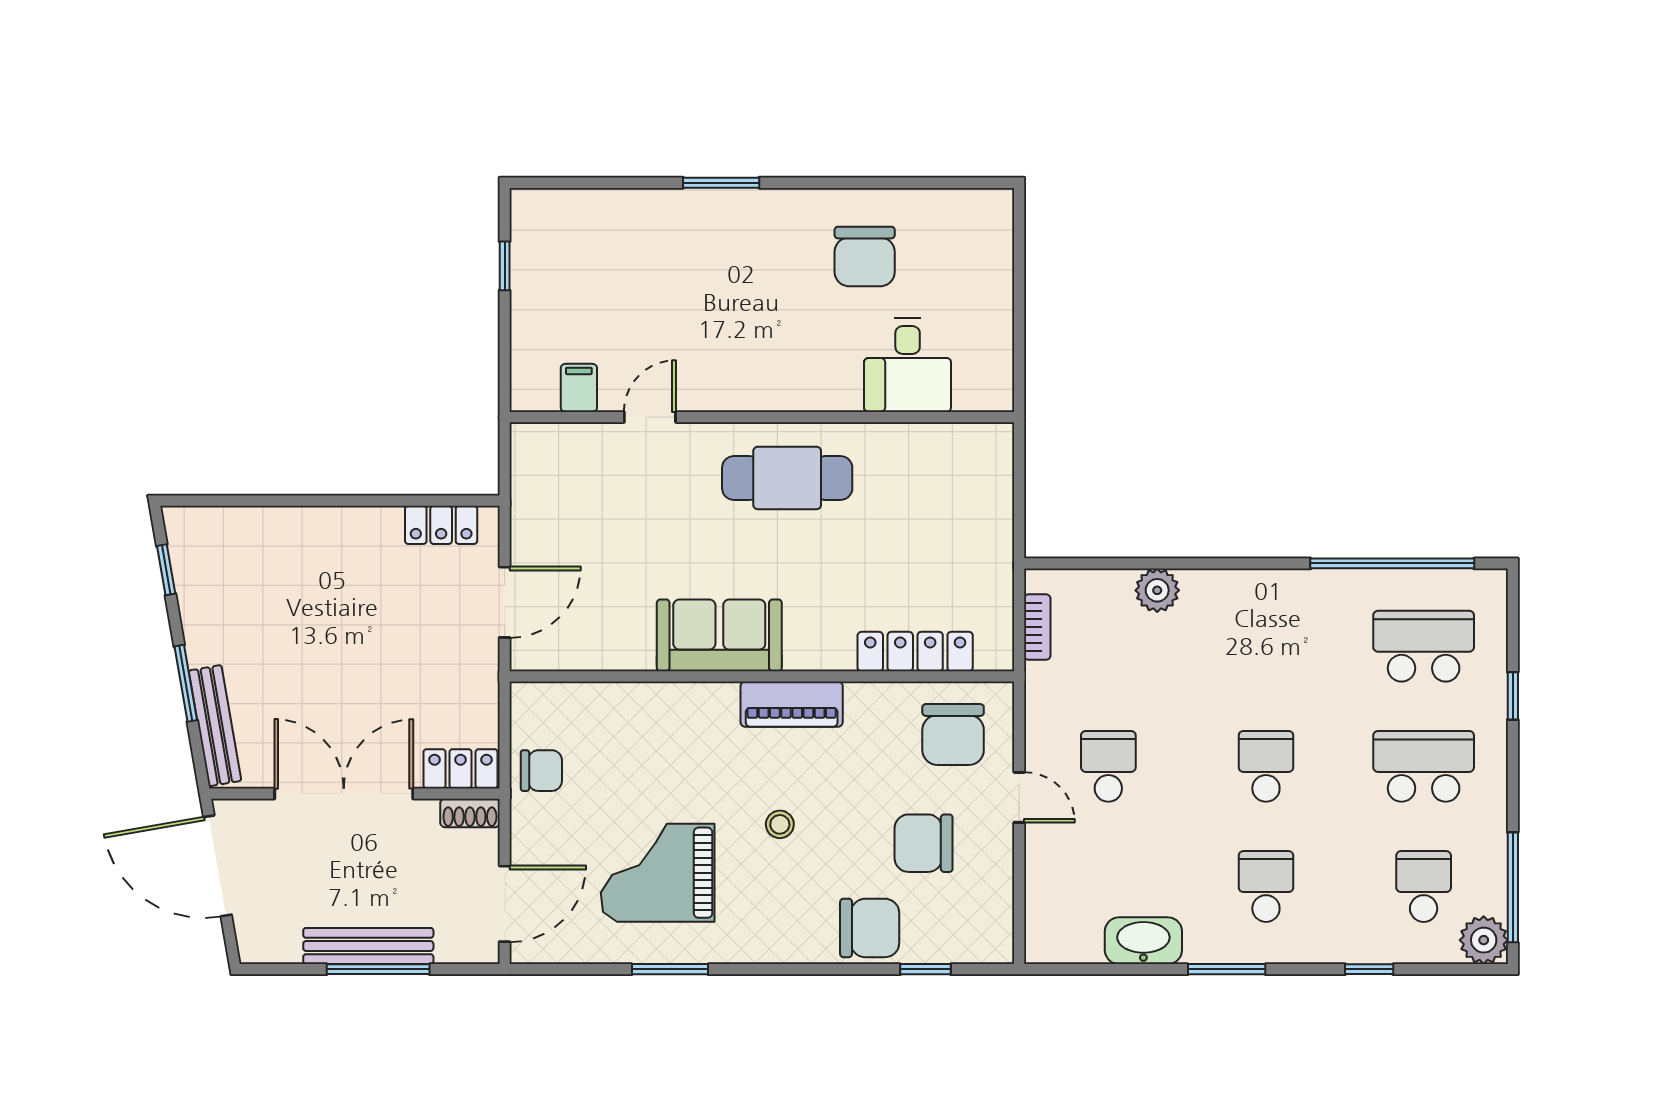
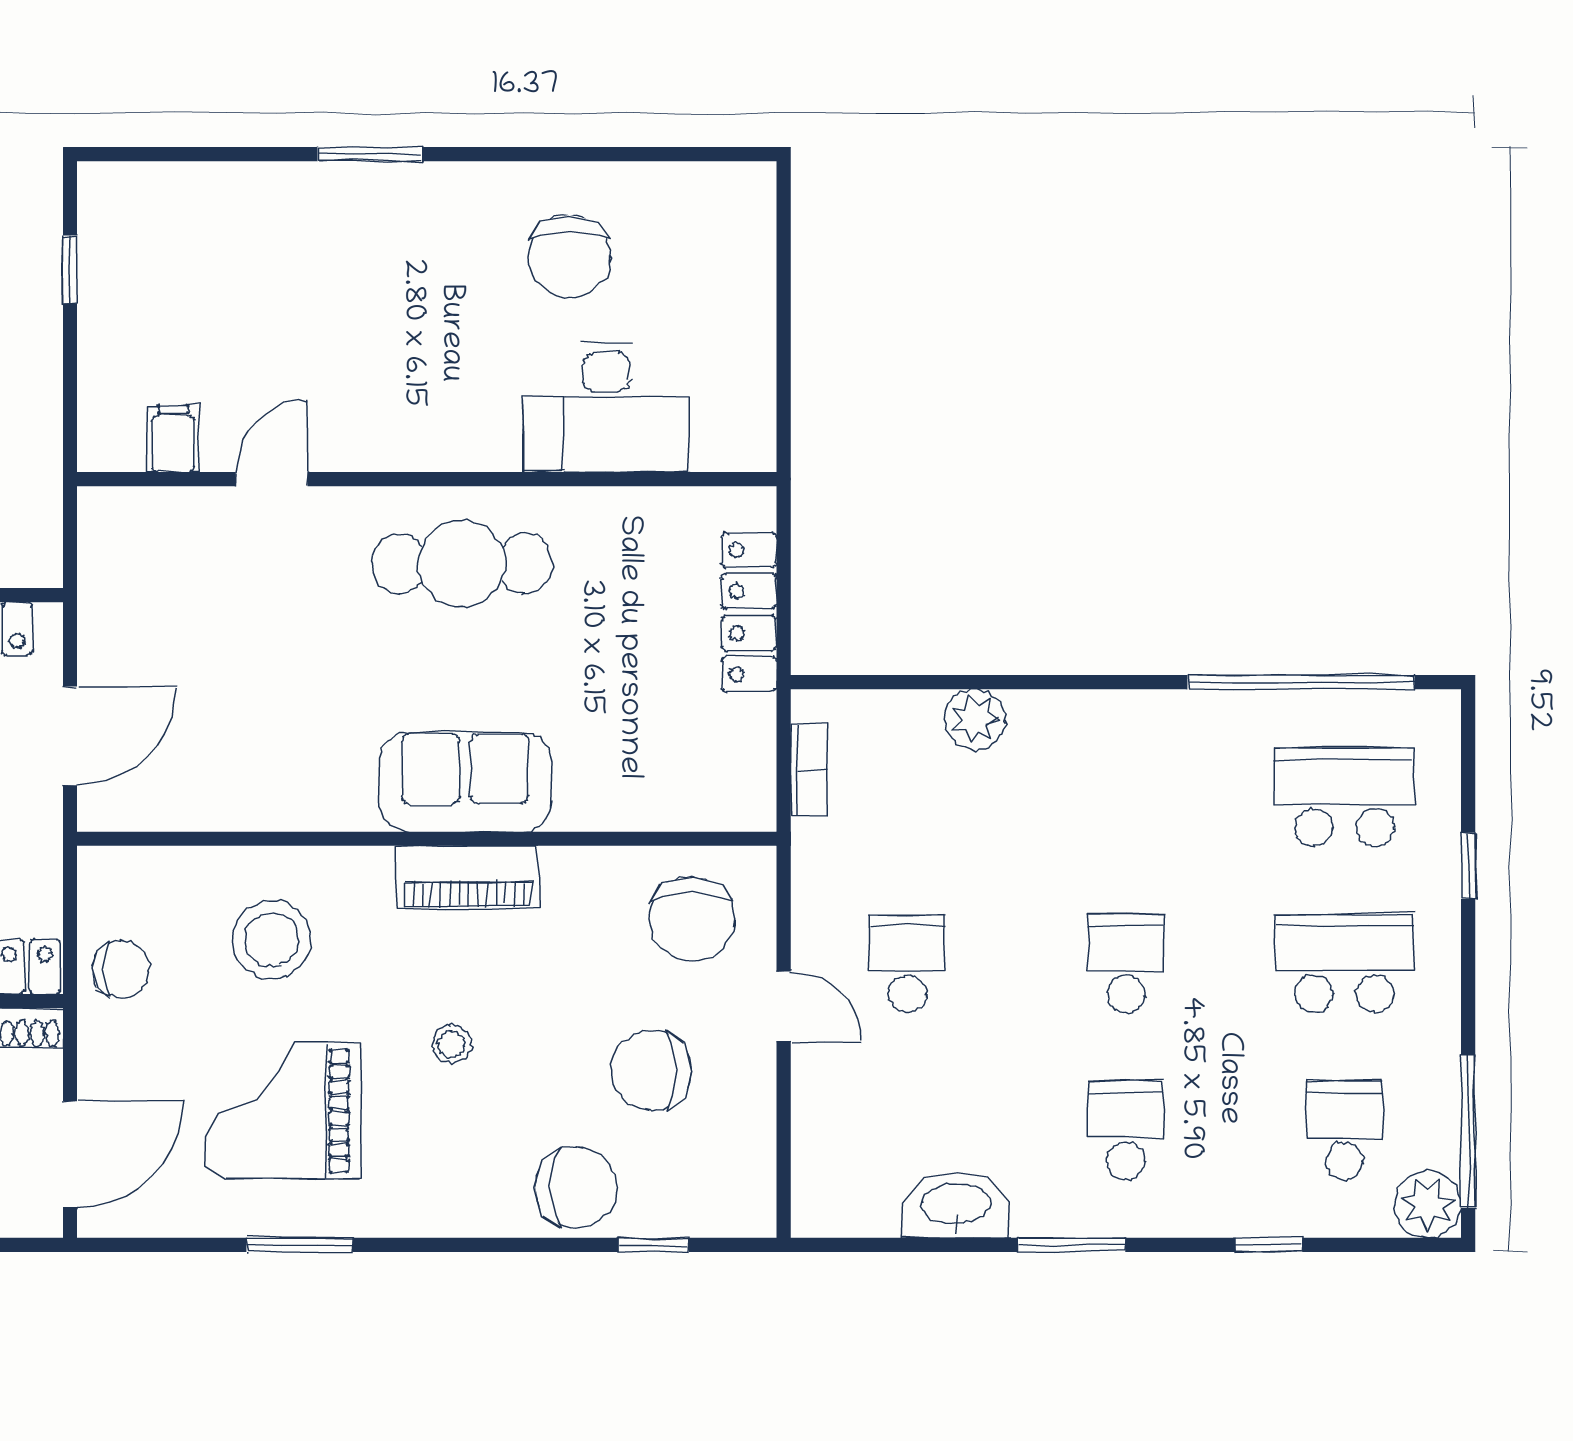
desk: (908, 365) -> (606, 407), width x1.37
sofa: (719, 635) -> (465, 782), moved
locker: (915, 652) -> (749, 612), moved, turned -90
stool: (650, 749) -> (272, 940), added

